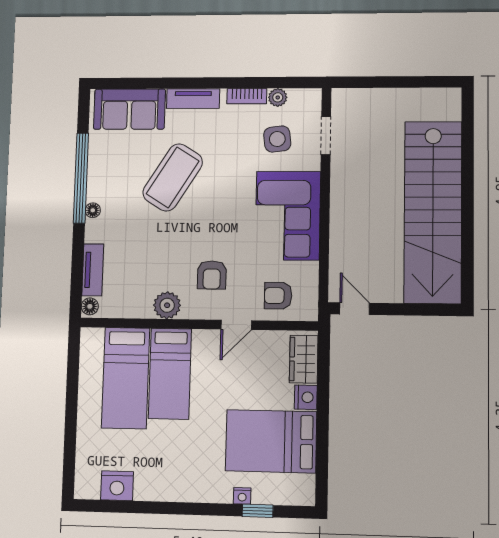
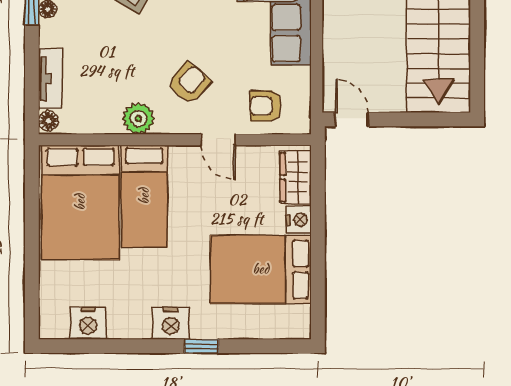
armchair: (212, 275) -> (189, 83), turned -140
door: (236, 325) -> (218, 140), hinge flipped
bed: (126, 378) -> (80, 202), width x1.50
nightstand: (242, 496) -> (171, 323), moved, width x1.89, depth x1.79
window: (258, 511) -> (201, 346), moved

